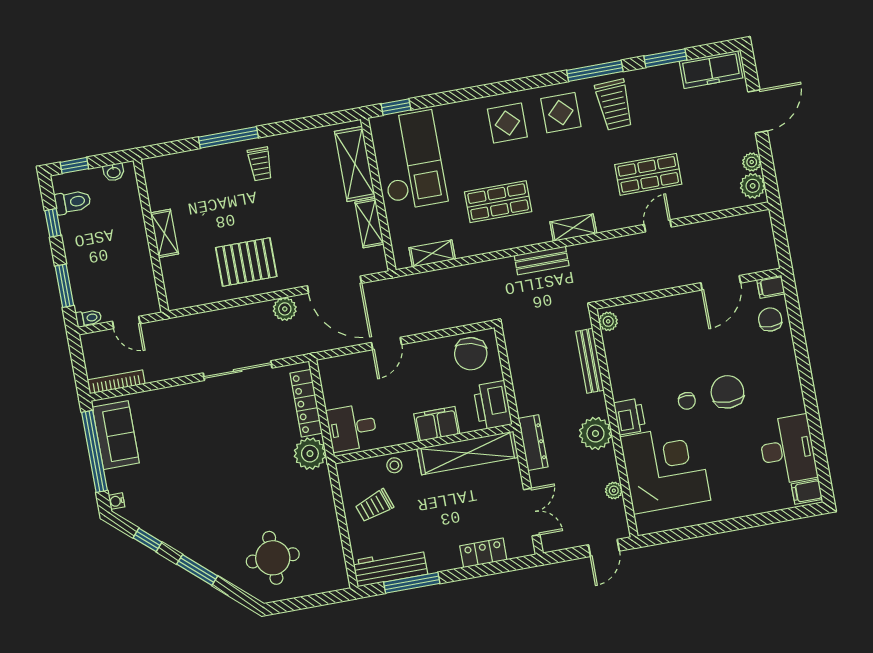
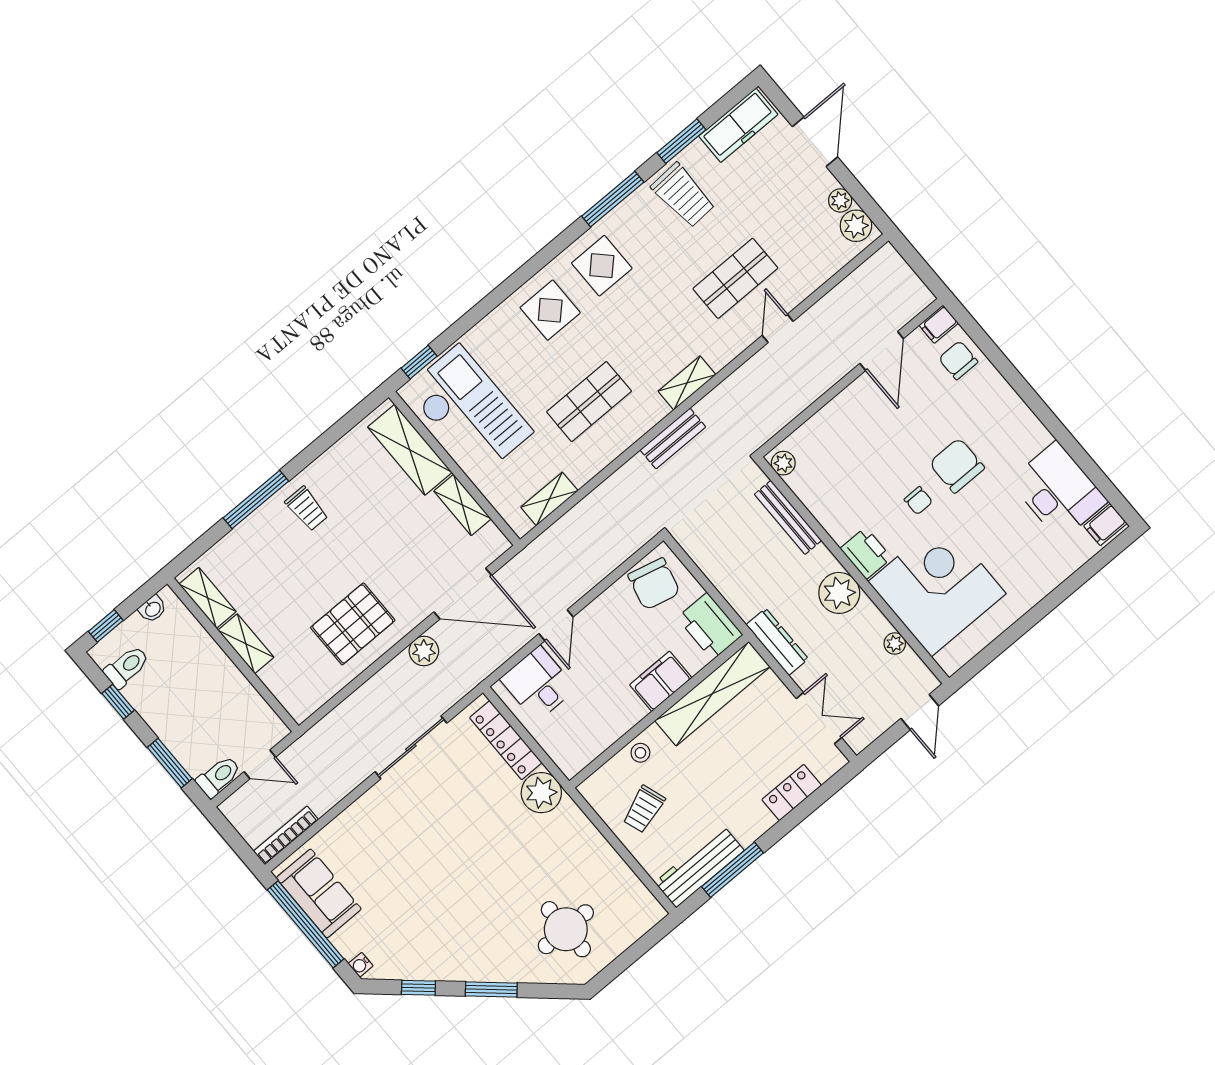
trolley: (614, 105) -> (683, 195), moved
shelving: (156, 186) -> (208, 598), added
toilet: (89, 318) -> (218, 777), width x1.37, depth x1.39
desk: (352, 428) -> (538, 684), moved, turned 90

